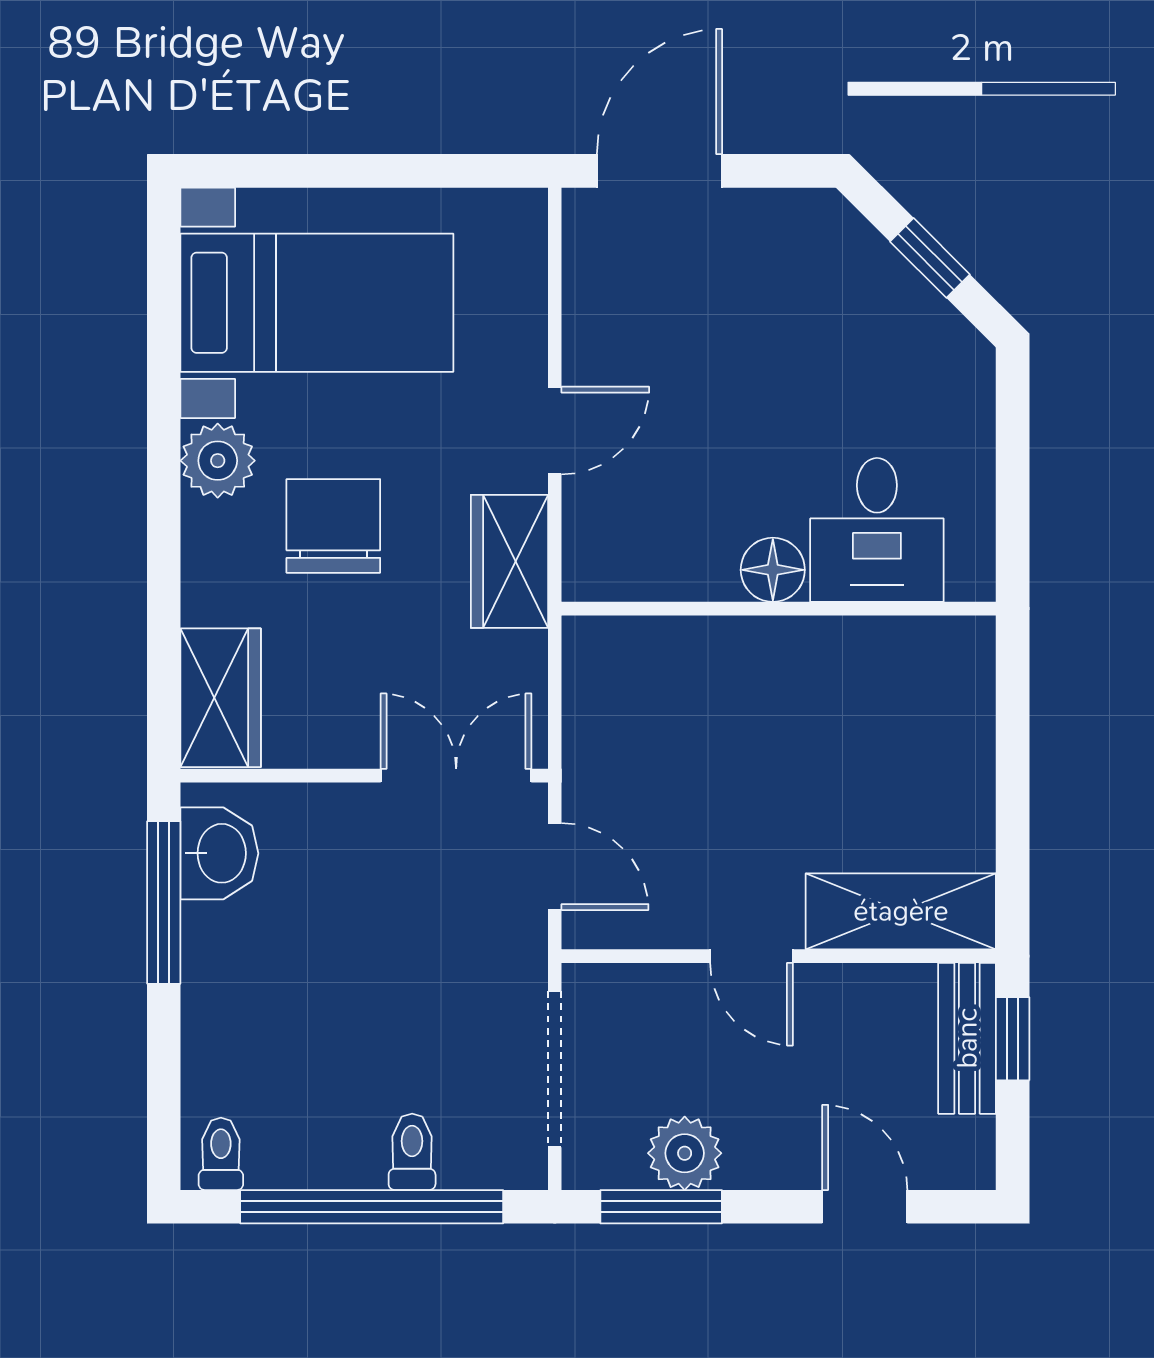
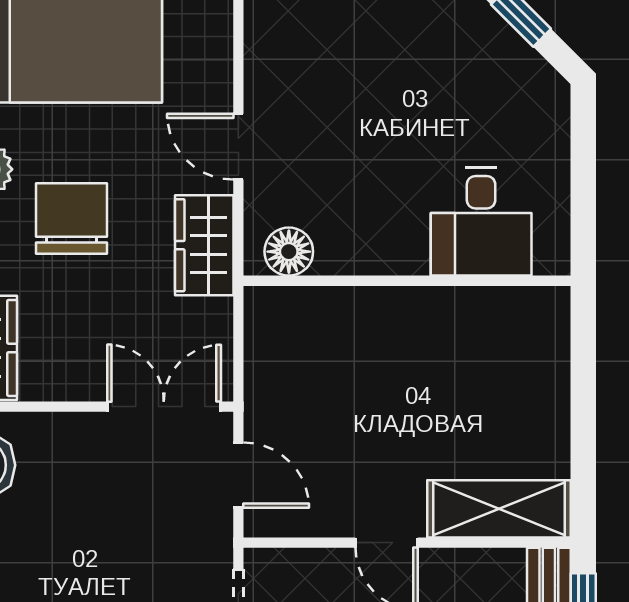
door: (555, 431) -> (238, 147), swing flipped
floor lamp: (773, 570) -> (289, 252), moved

